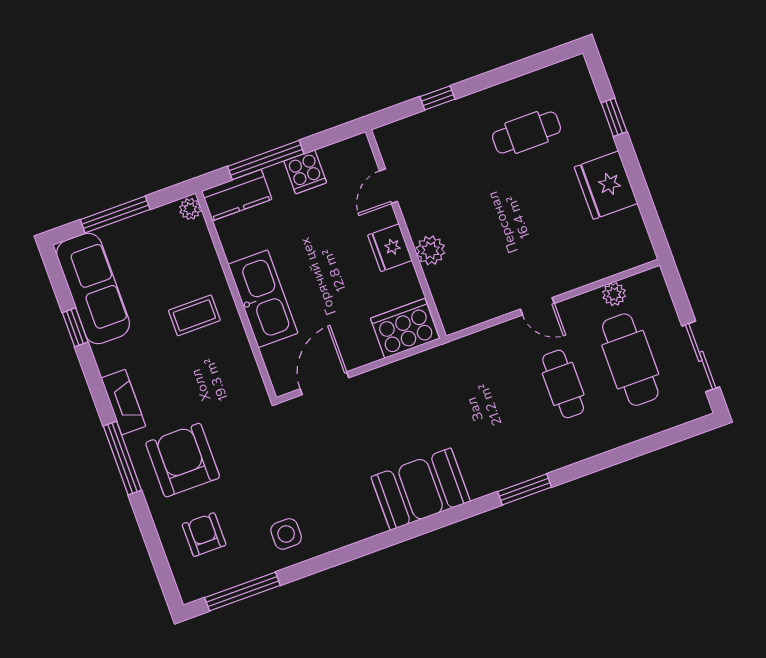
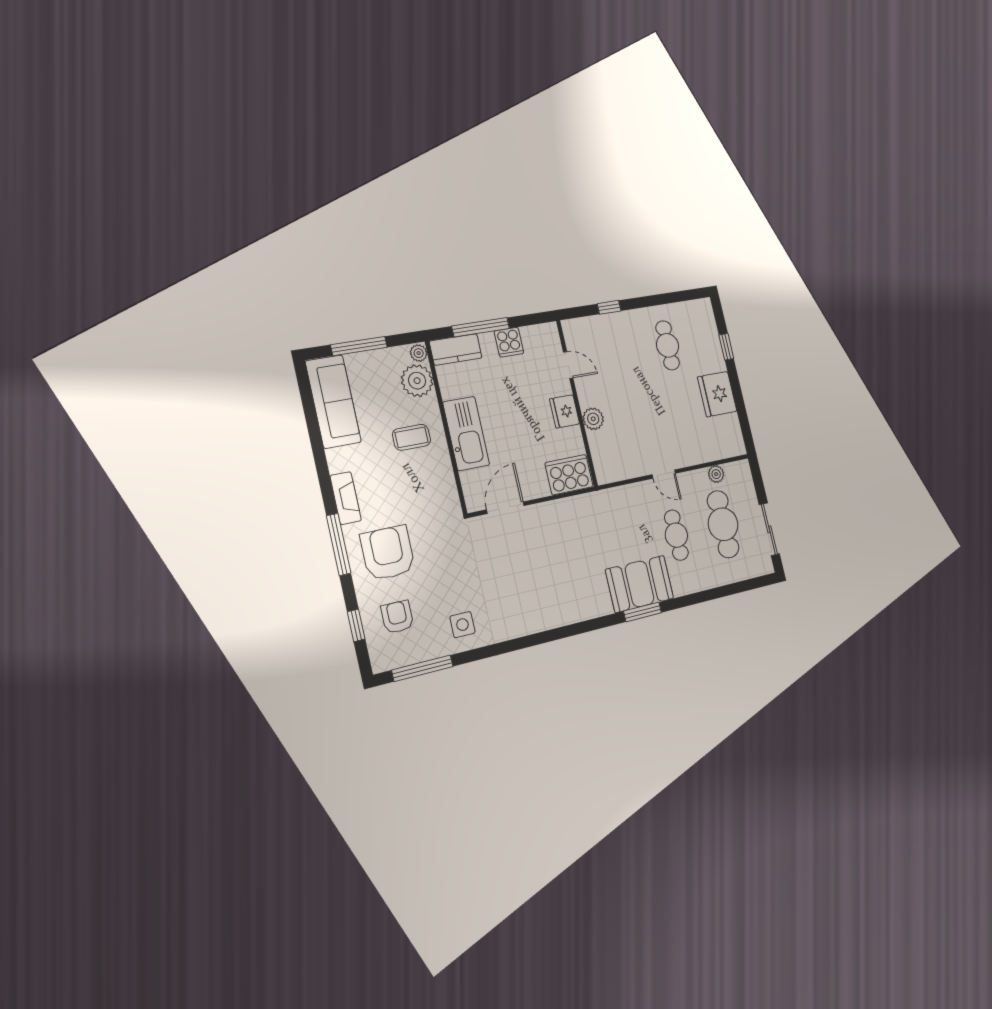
cafe table: (526, 132) -> (668, 345), turned 90
door: (389, 186) -> (568, 365), swing flipped
plant: (193, 244) -> (417, 381), added
window: (75, 327) -> (356, 625), moved
booth: (421, 489) -> (640, 584), moved

